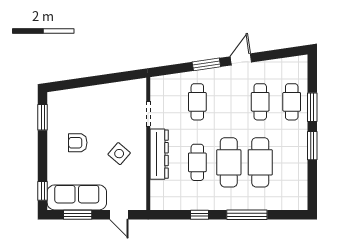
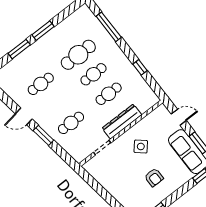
cafe table: (292, 102) -> (26, 64), removed
cafe table: (229, 162) -> (93, 74), width x0.73, depth x0.74
door: (119, 215) -> (179, 117), hinge flipped
window: (247, 215) -> (109, 27), moved

